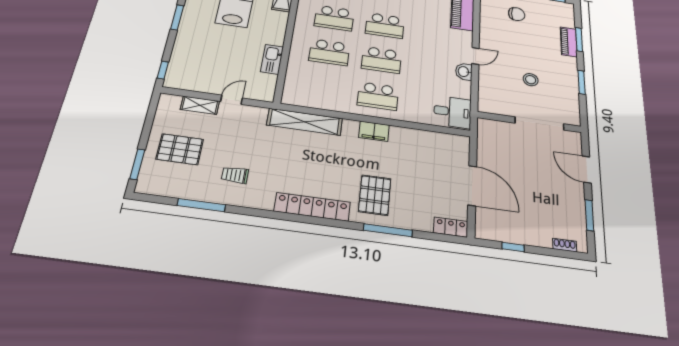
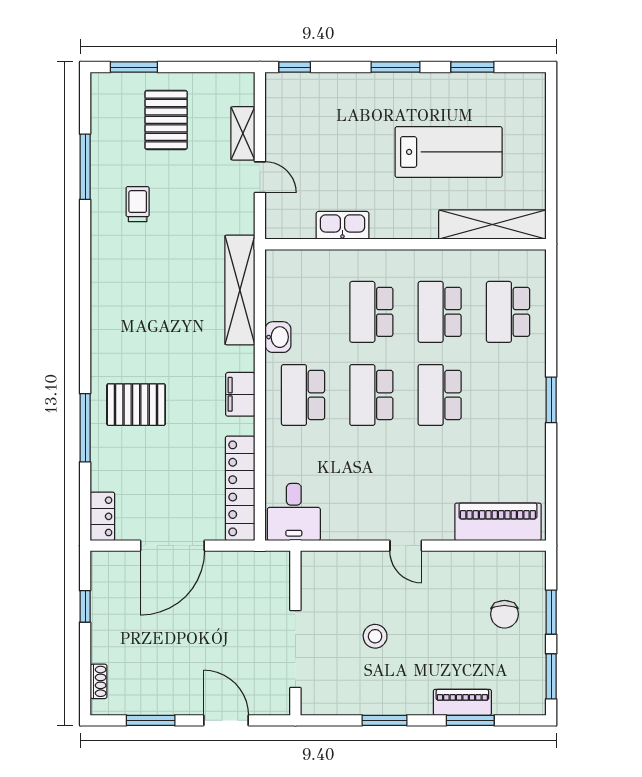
washbasin: (464, 72) -> (278, 337), moved, turned 90
door: (587, 169) -> (226, 720), hinge flipped
locker: (312, 207) -> (240, 488), moved, turned 180

